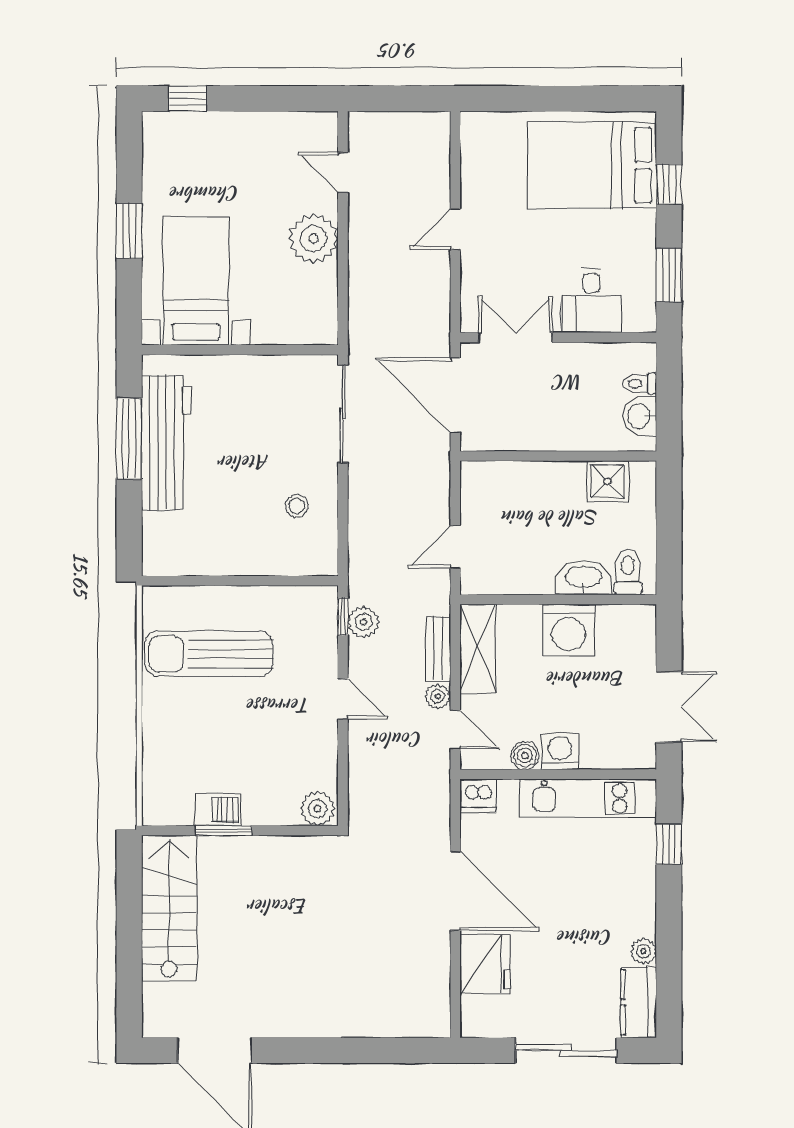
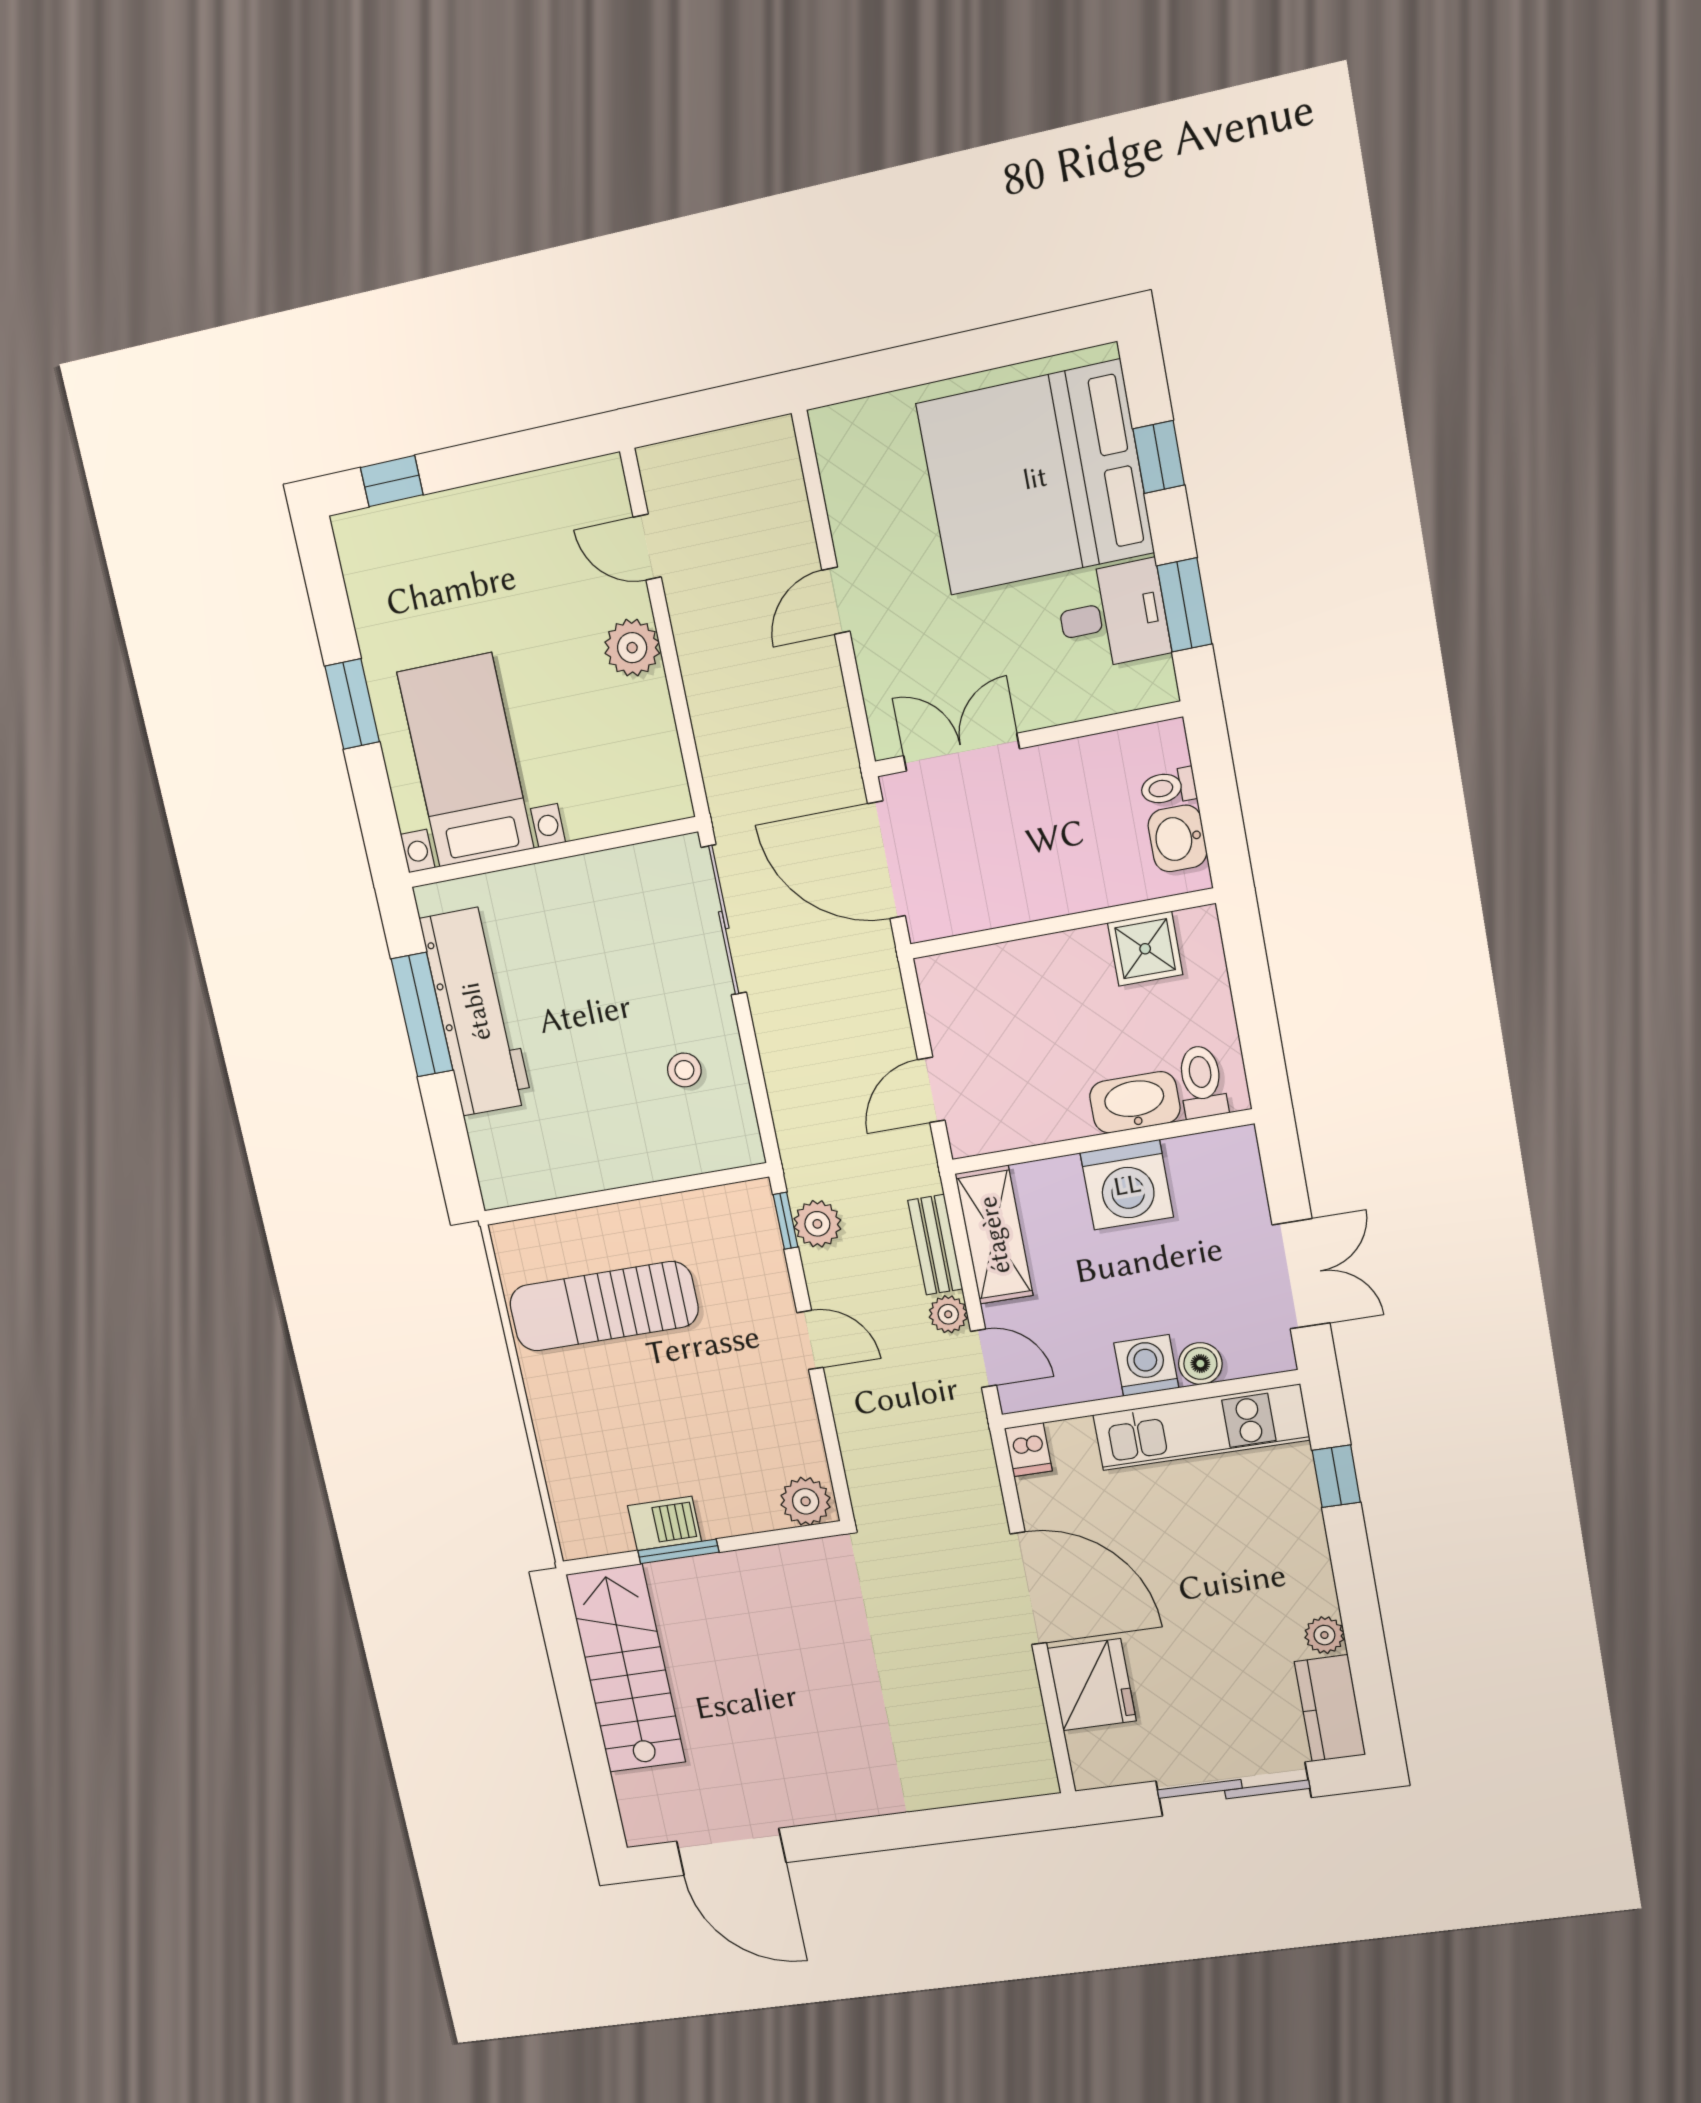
bed: (592, 165) -> (1035, 478), width x1.36
plant: (313, 239) -> (632, 648), width x0.73, depth x0.73
desk: (591, 301) -> (1113, 615), moved, turned -90
boiler: (525, 755) -> (1200, 1364), moved
dishwasher: (478, 796) -> (1028, 1450), width x0.73

